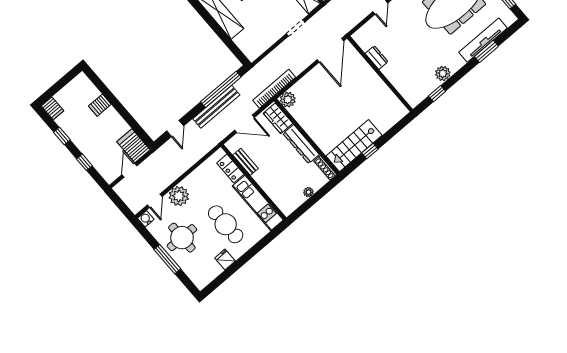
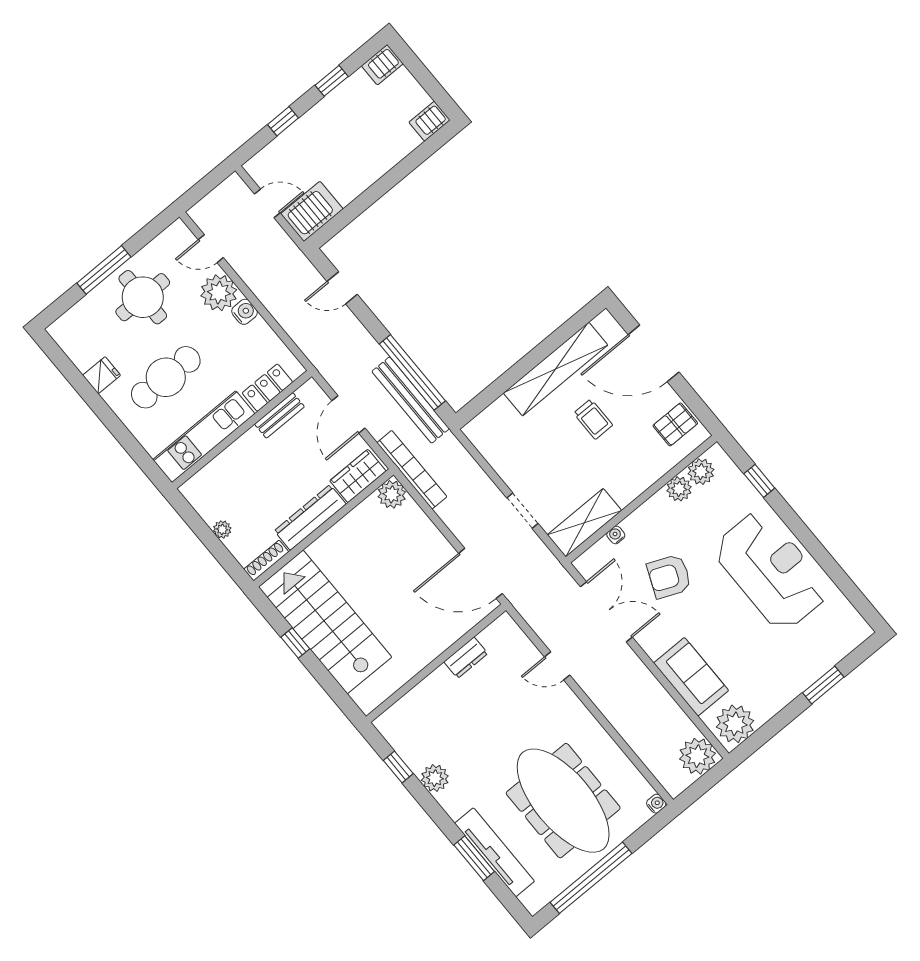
server rack: (100, 105) -> (430, 121), moved, turned -90
bench: (216, 107) -> (411, 400), moved
stairs: (354, 146) -> (325, 622), width x1.36, depth x1.51
water cooler: (146, 219) -> (244, 312), moved

